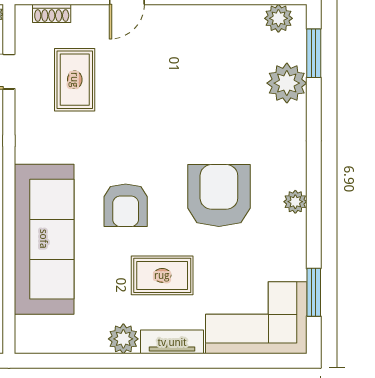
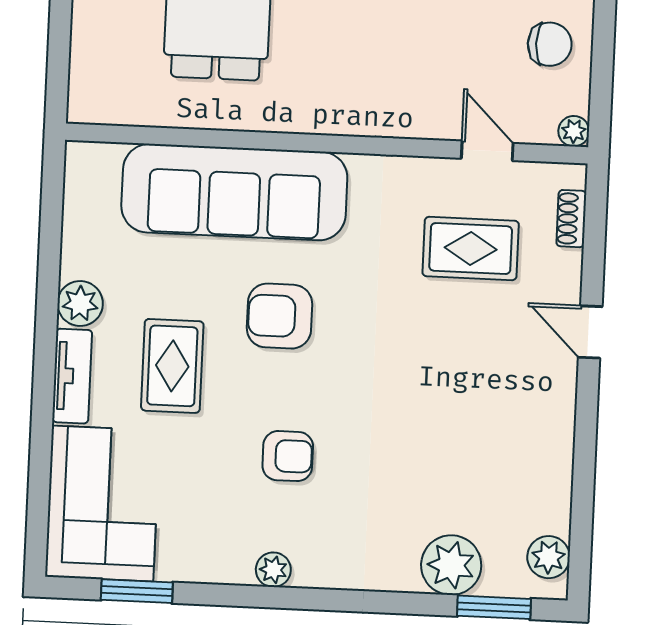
armchair: (219, 196) -> (288, 456), width x0.53, depth x0.53

